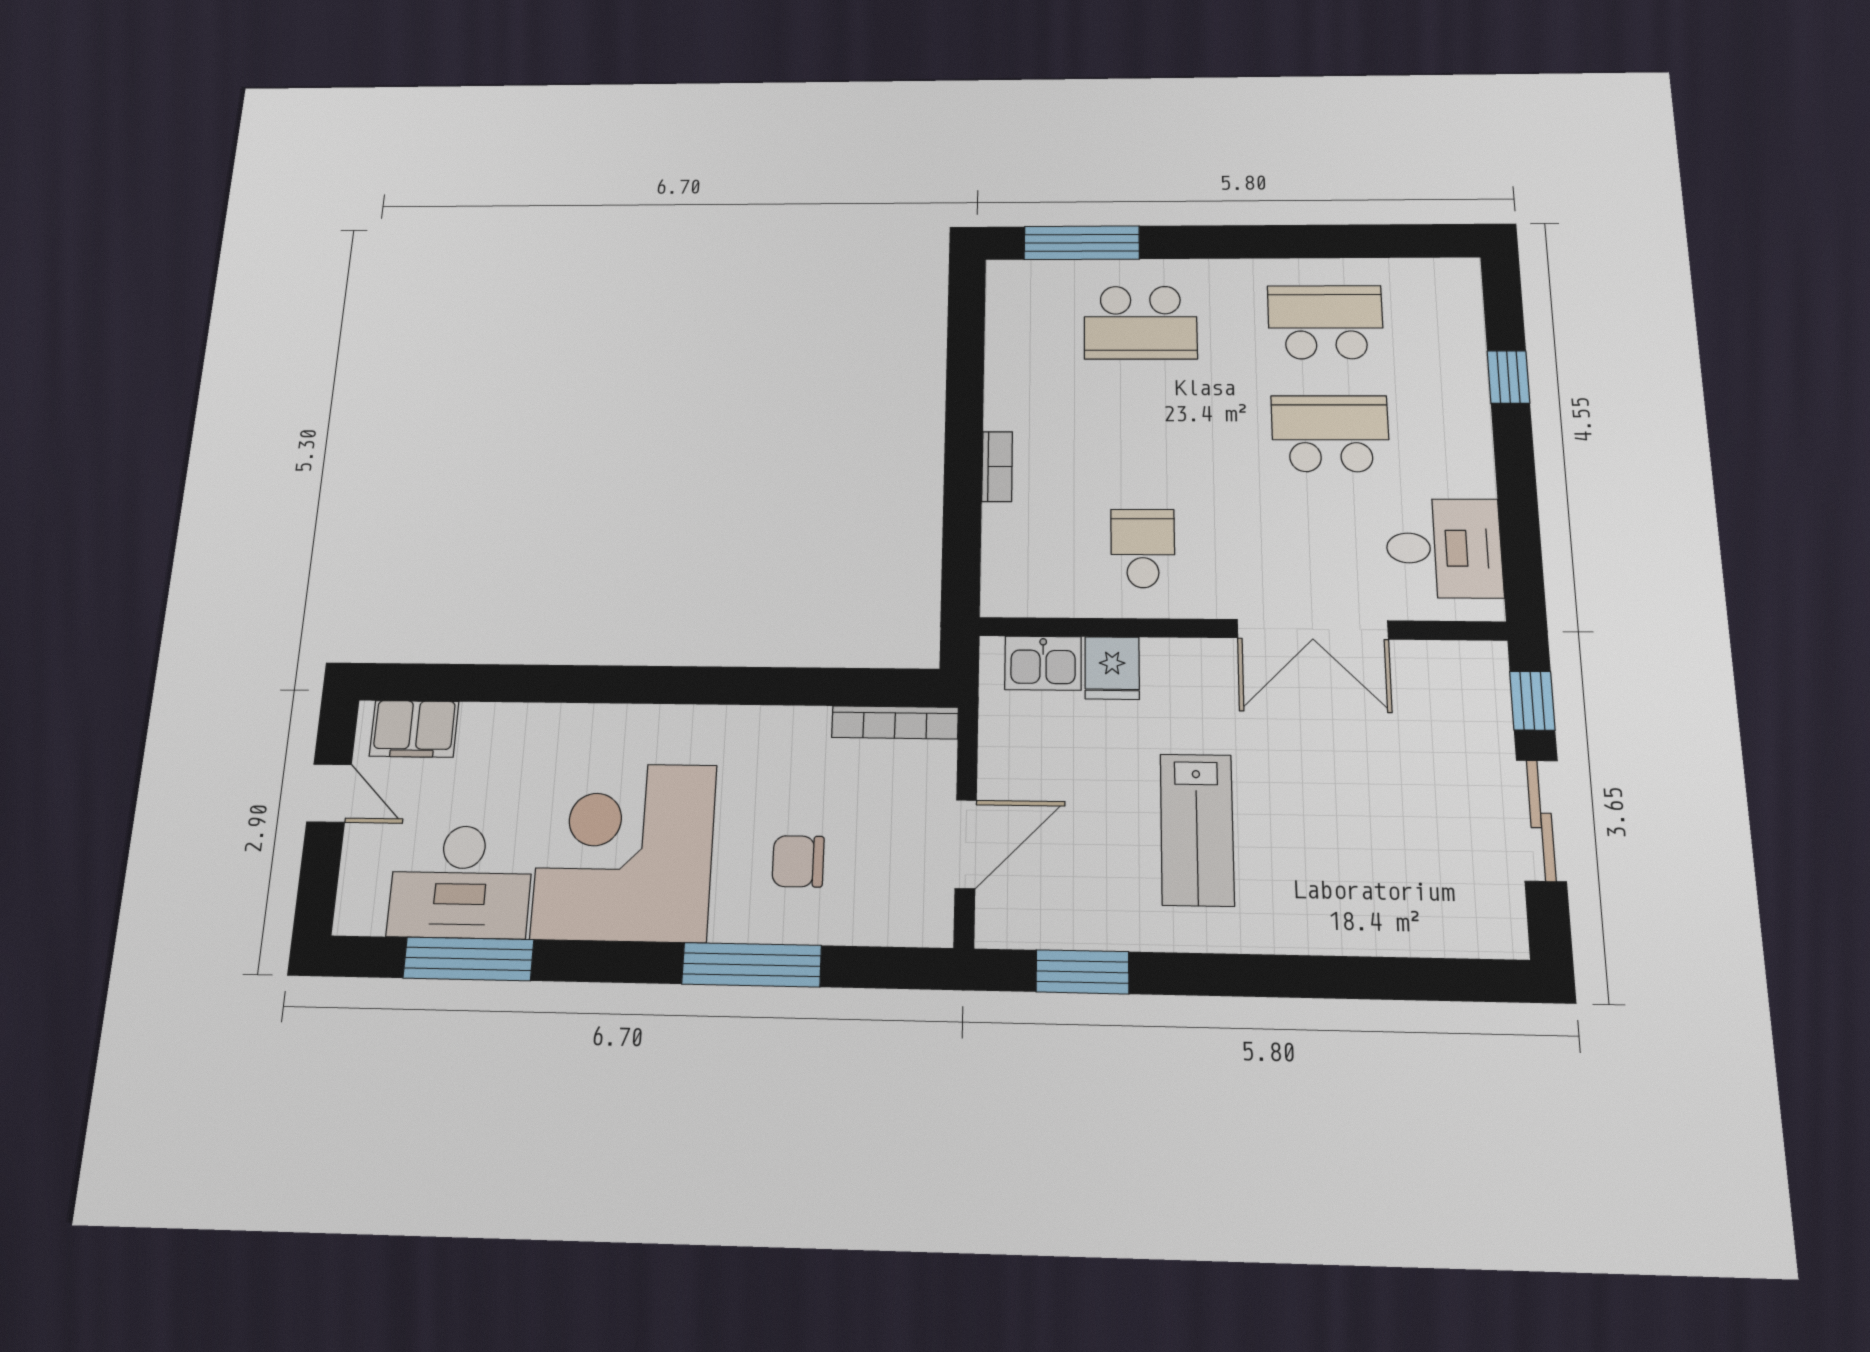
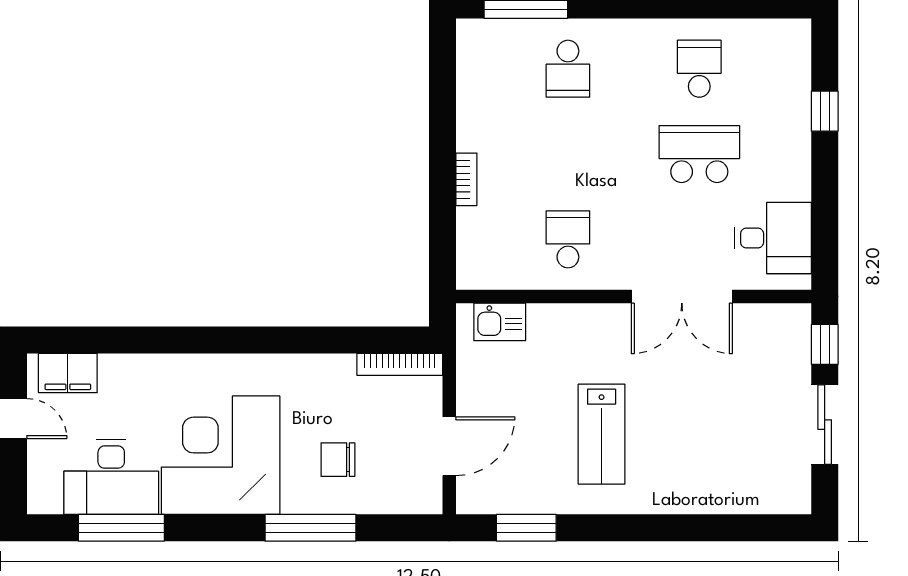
school desk: (1325, 322) -> (699, 69), width x0.54
school desk: (1140, 323) -> (568, 69), width x0.54
fridge: (1112, 668) -> (546, 325), removed

